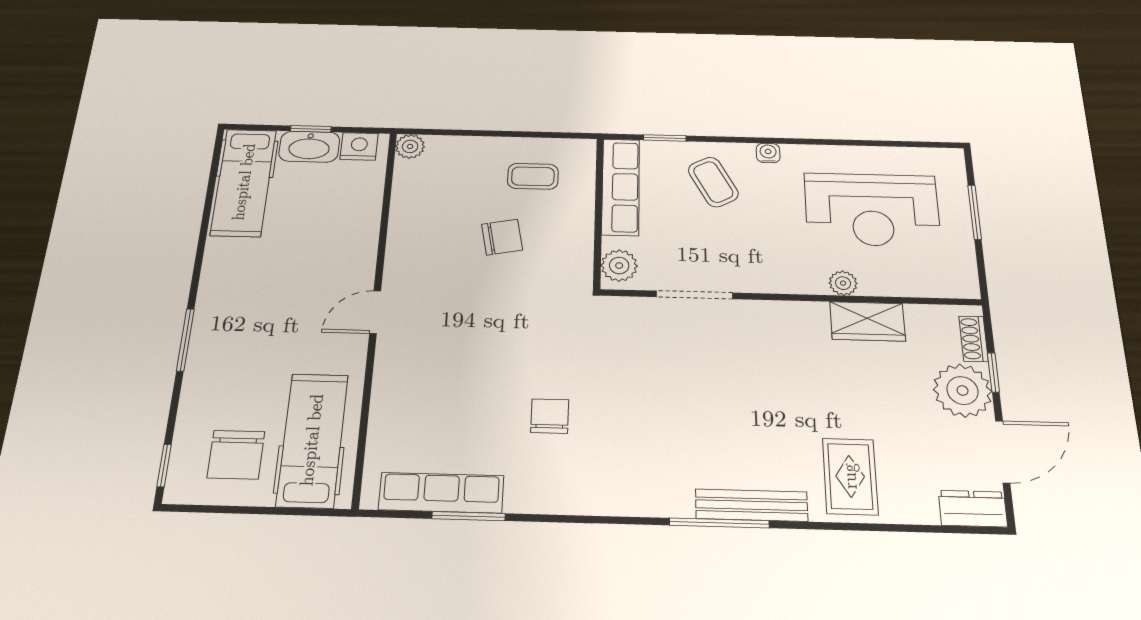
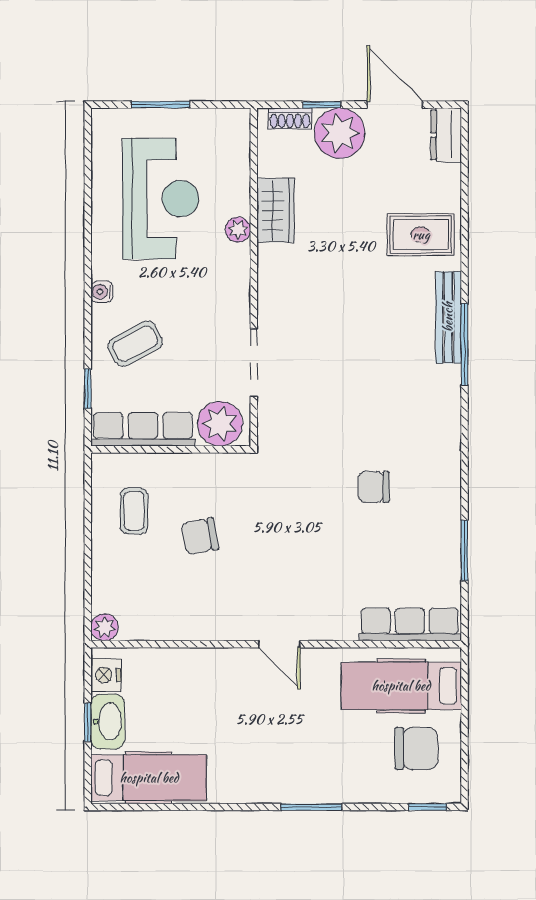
chair: (502, 237) -> (200, 536), turned -89
plant: (619, 266) -> (220, 424), width x1.36, depth x1.36
row of seats: (441, 493) -> (410, 625), moved, turned 90

